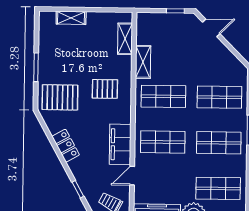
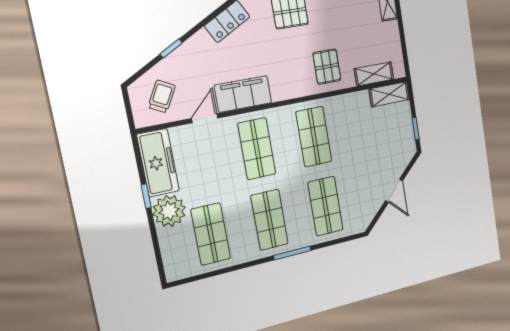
door: (211, 28) -> (394, 191), moved
shelving: (143, 62) -> (389, 94), moved
pallet: (105, 89) -> (327, 67), moved
door: (132, 176) -> (205, 118), hinge flipped

